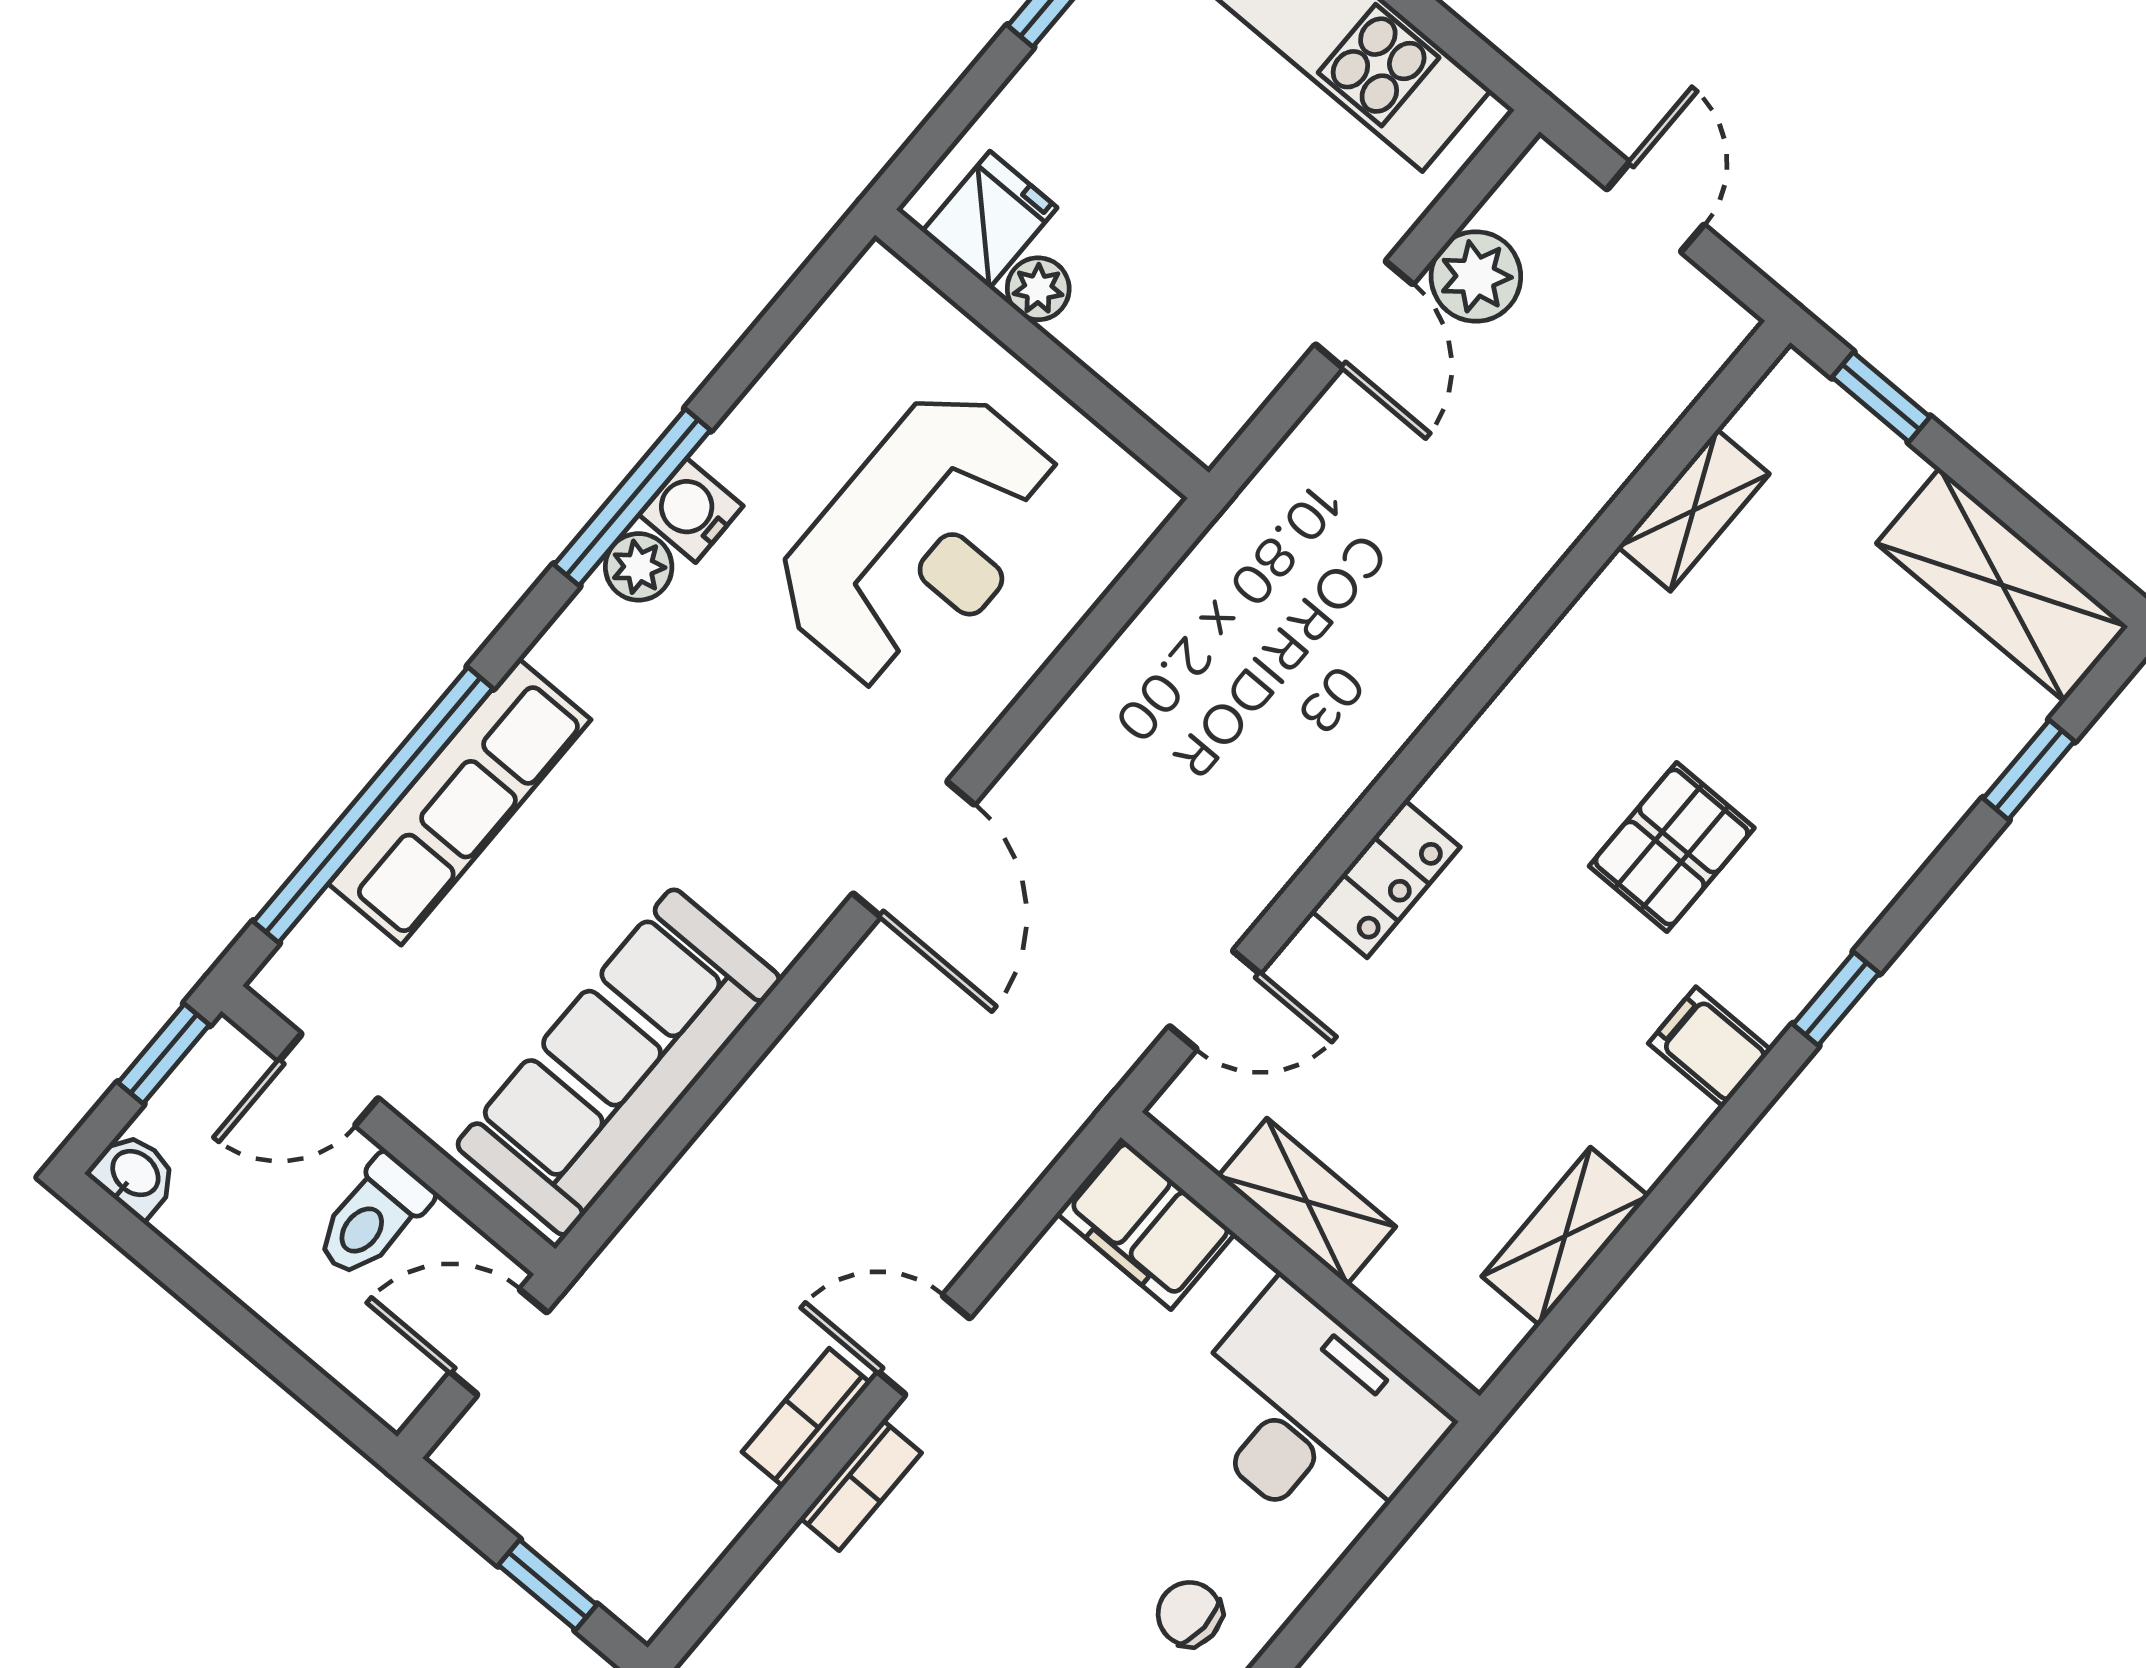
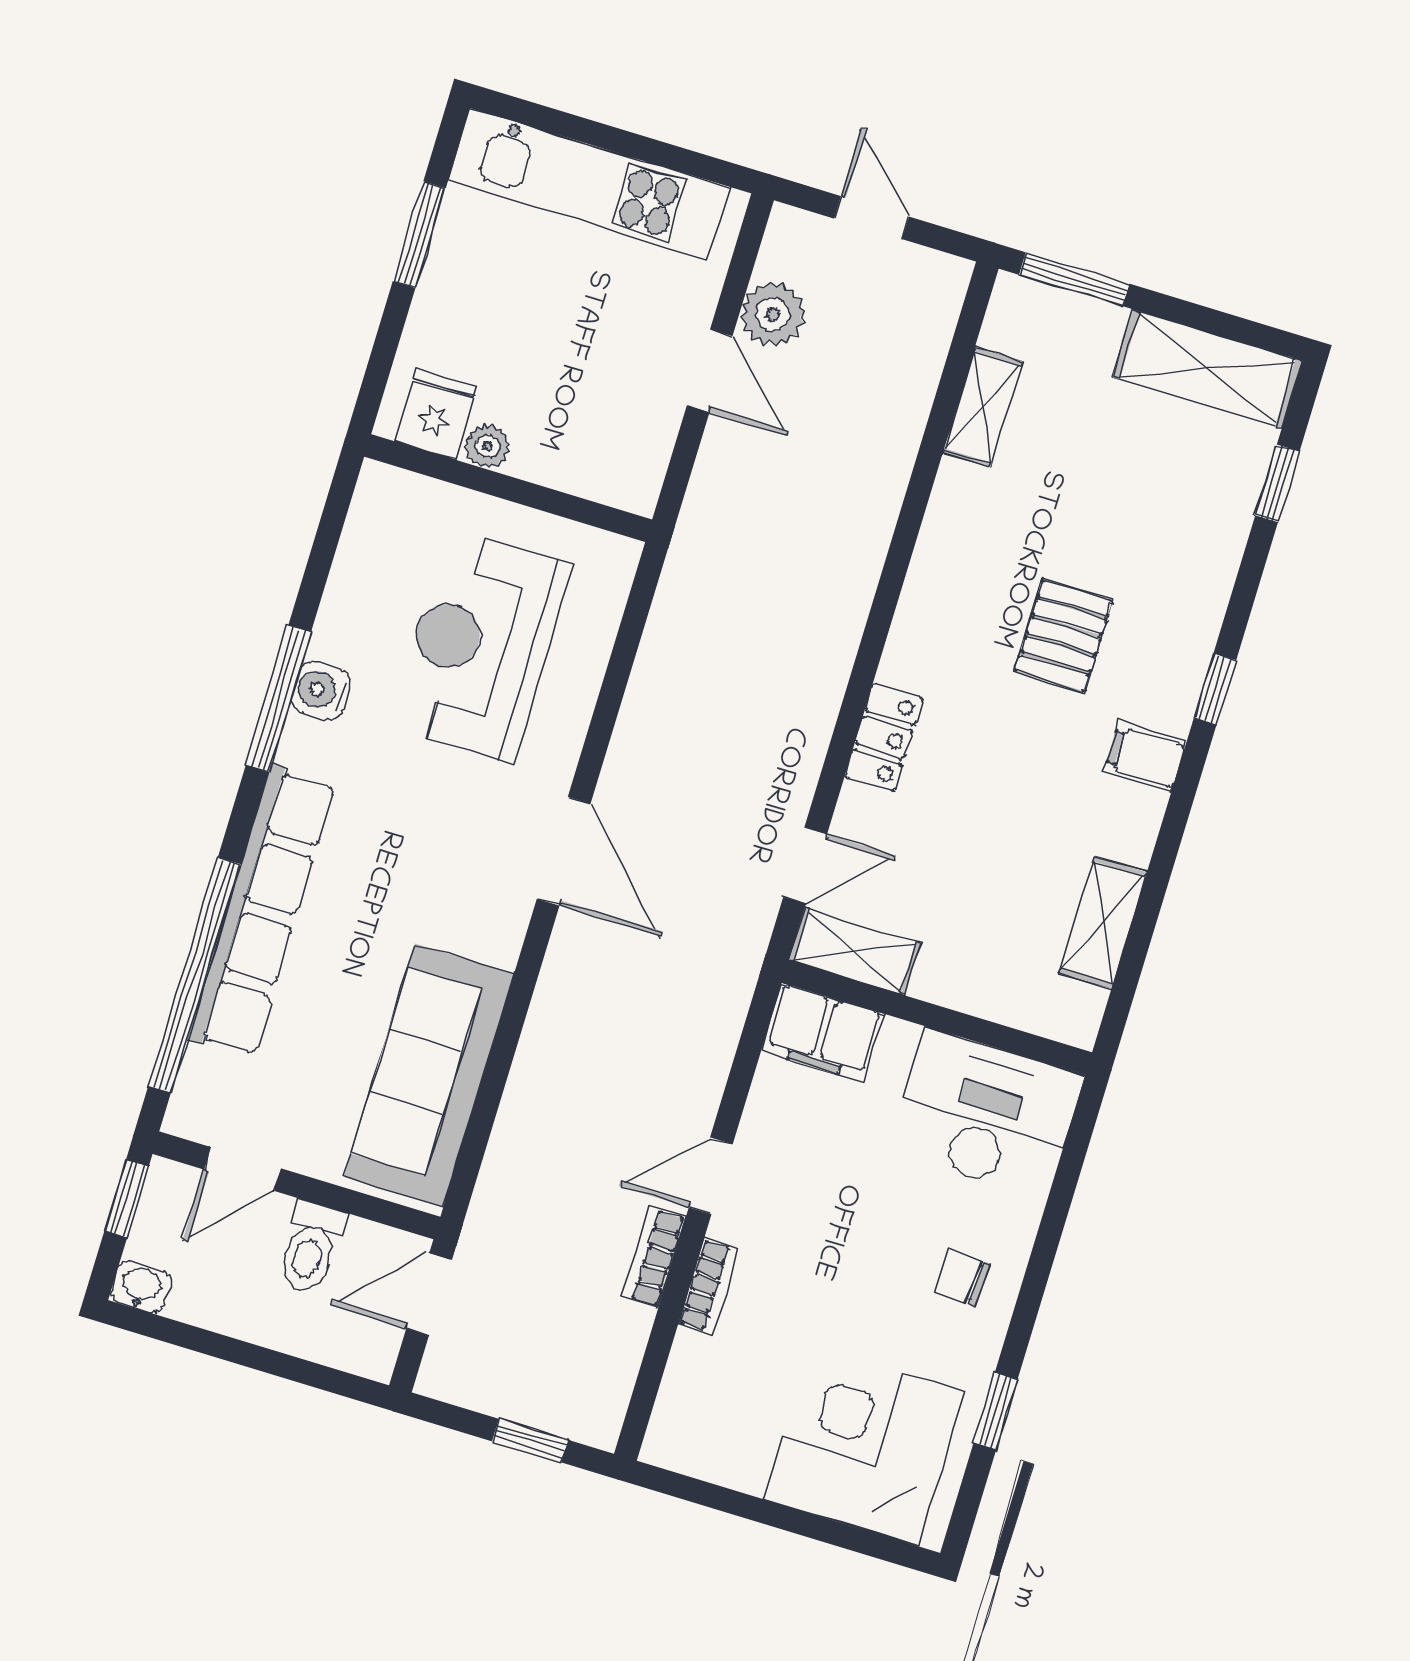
window: (1881, 397) -> (1074, 279), width x1.50
reception desk: (920, 540) -> (481, 645), turned 180
plant: (639, 567) -> (302, 743), removed
row of seats: (460, 802) -> (262, 912), width x1.36
shelving: (1307, 1201) -> (854, 952), moved

